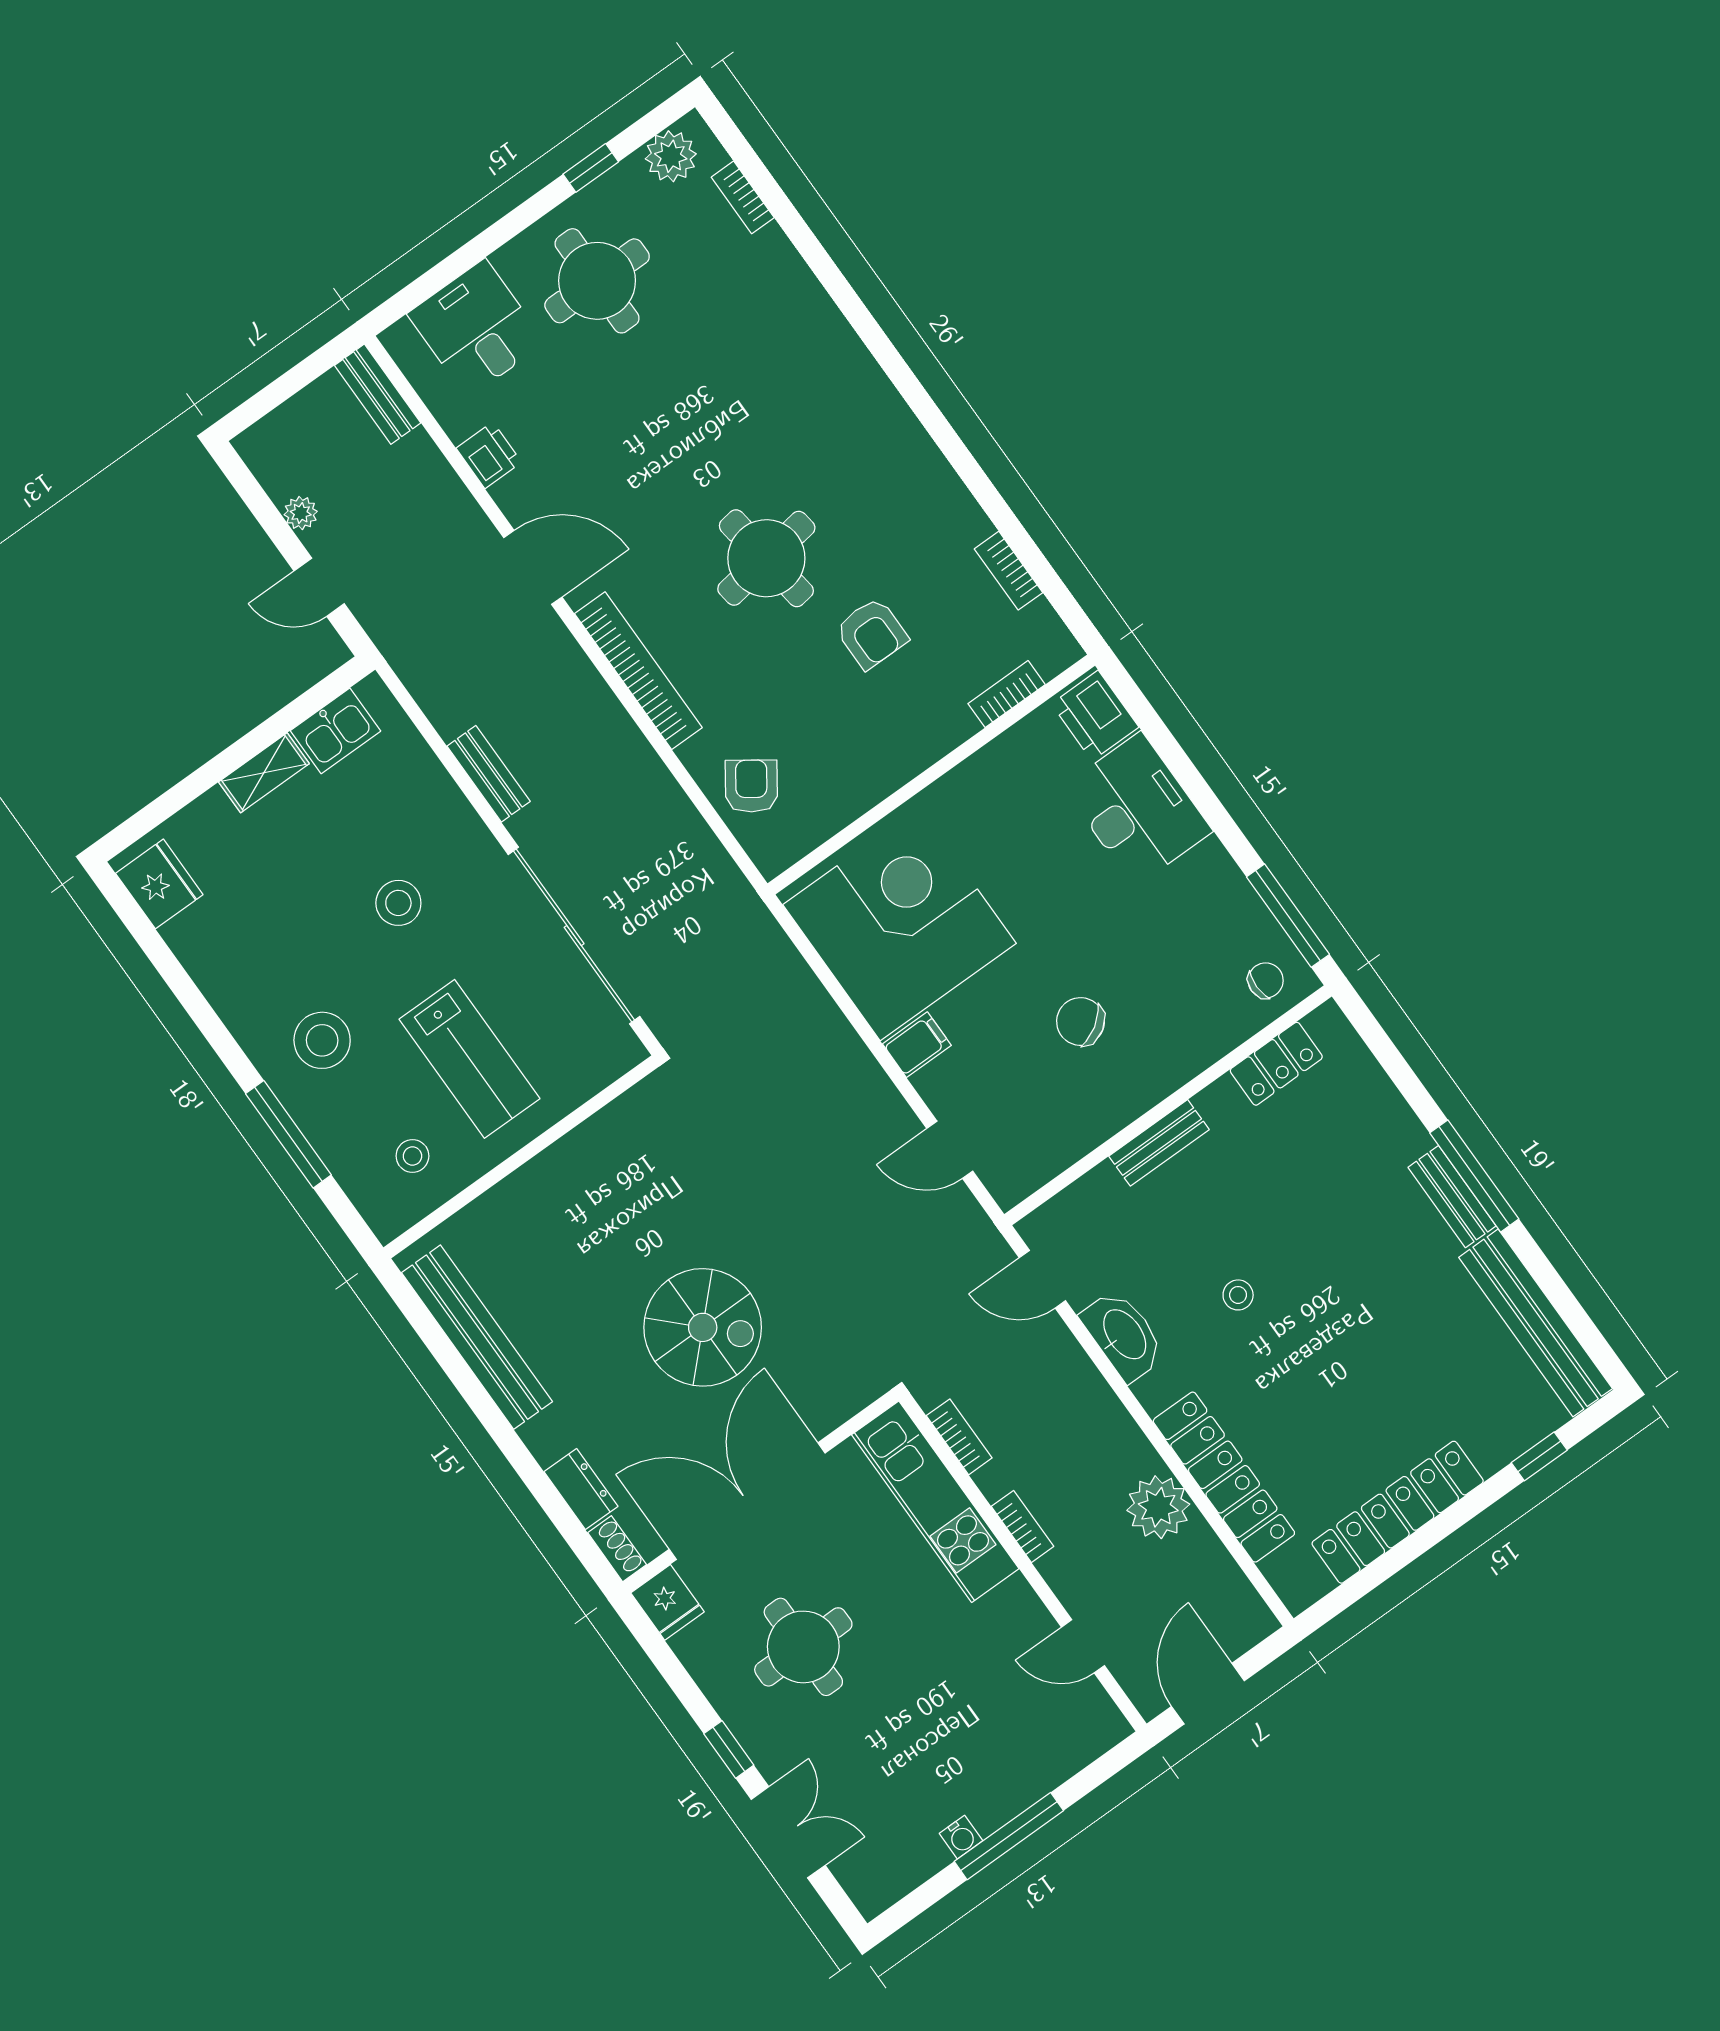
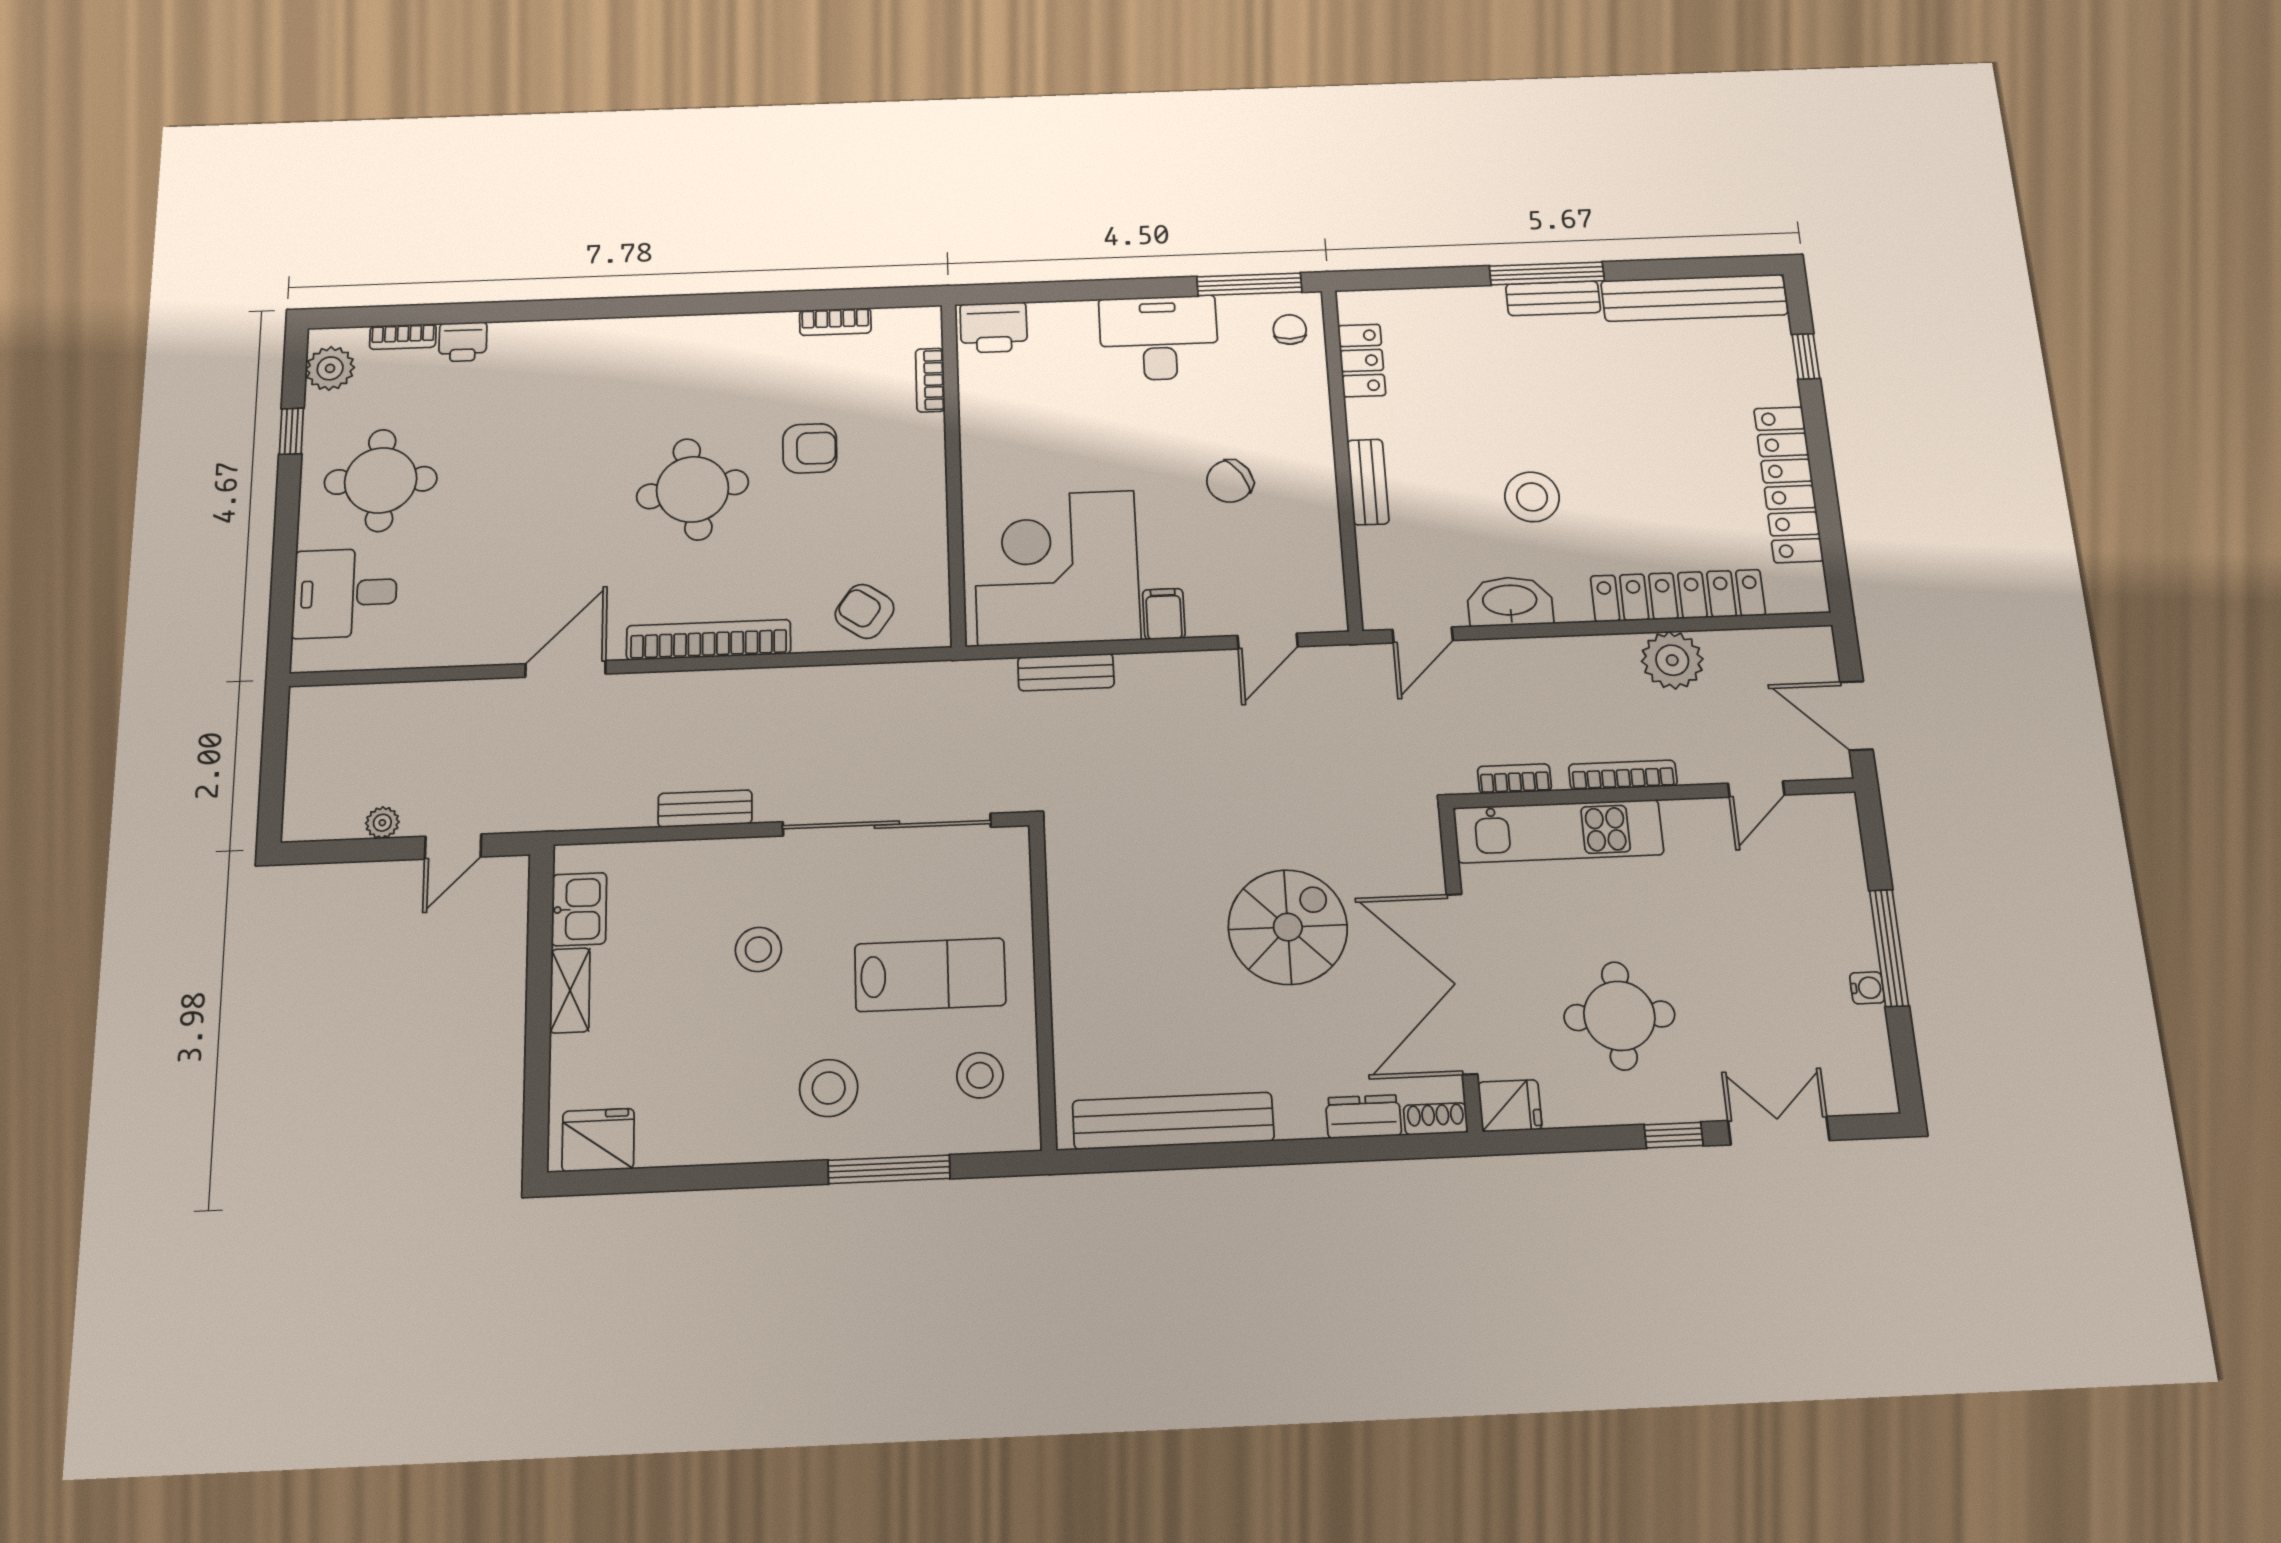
bench: (378, 394) -> (1066, 672), moved
printer: (489, 455) -> (463, 342), moved, turned 180
desk: (1138, 809) -> (1159, 338), moved
stool: (412, 1156) -> (980, 1075), width x1.37, depth x1.37
stool: (1238, 1295) -> (1532, 497), width x1.89, depth x1.89
bookcase: (1022, 1526) -> (1623, 775), width x1.56

